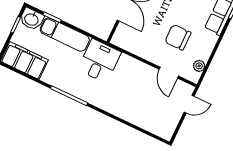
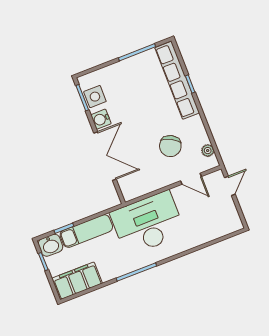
chair: (178, 37) -> (170, 146), turned -62
desk: (99, 61) -> (148, 223), width x1.87, depth x1.30

